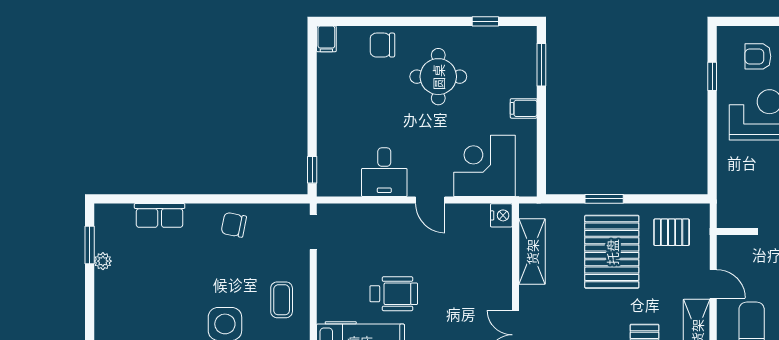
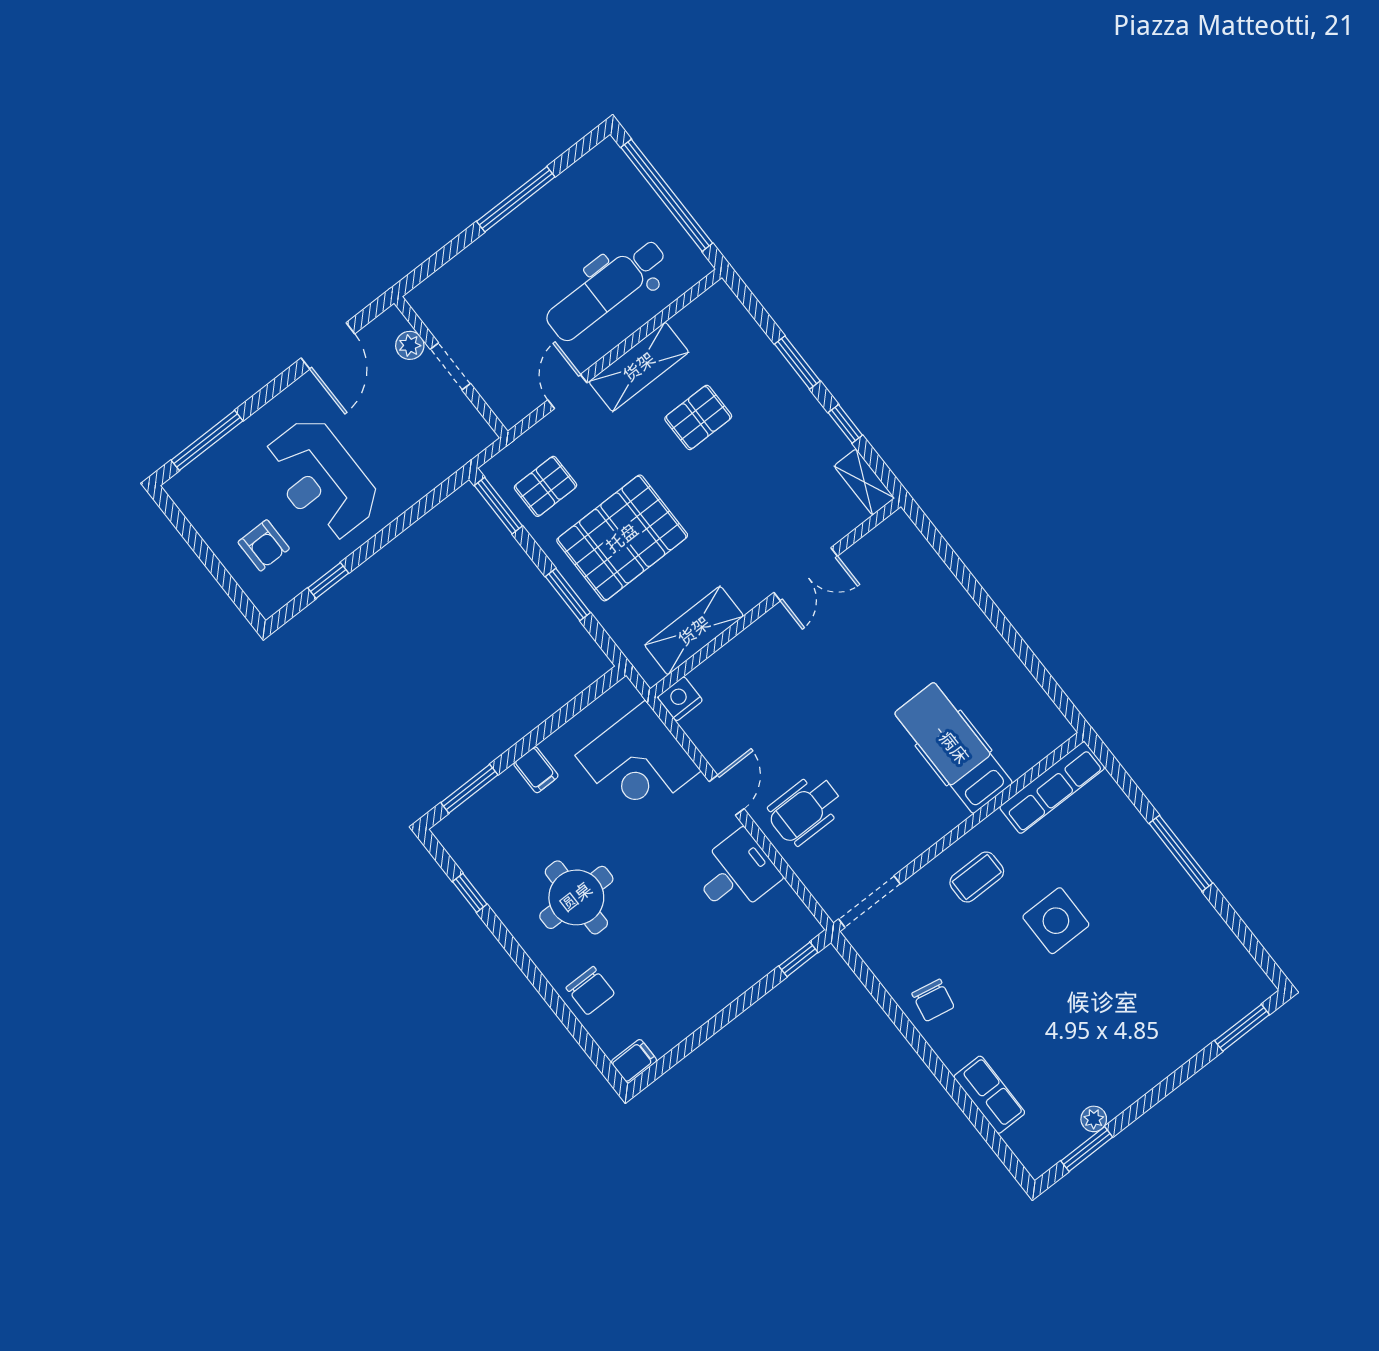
window: (681, 199) -> (498, 506), added
doorway: (313, 232) -> (870, 902), width x1.38
pallet: (672, 232) -> (545, 486), turned 90
wheelchair: (394, 294) -> (805, 810), moved, turned -90

